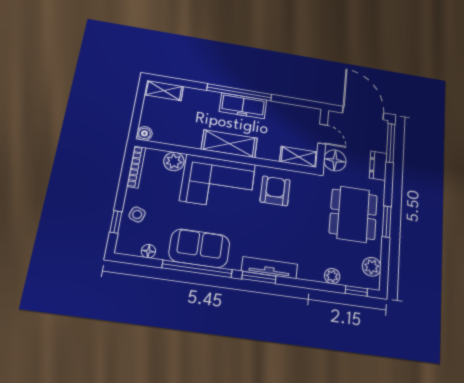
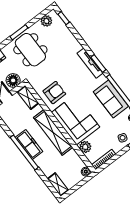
shelving: (229, 144) -> (53, 132), width x1.47
armchair: (275, 191) -> (54, 93), turned 180
dining table: (353, 214) -> (30, 50), turned 90
plant: (332, 276) -> (67, 34), removed

